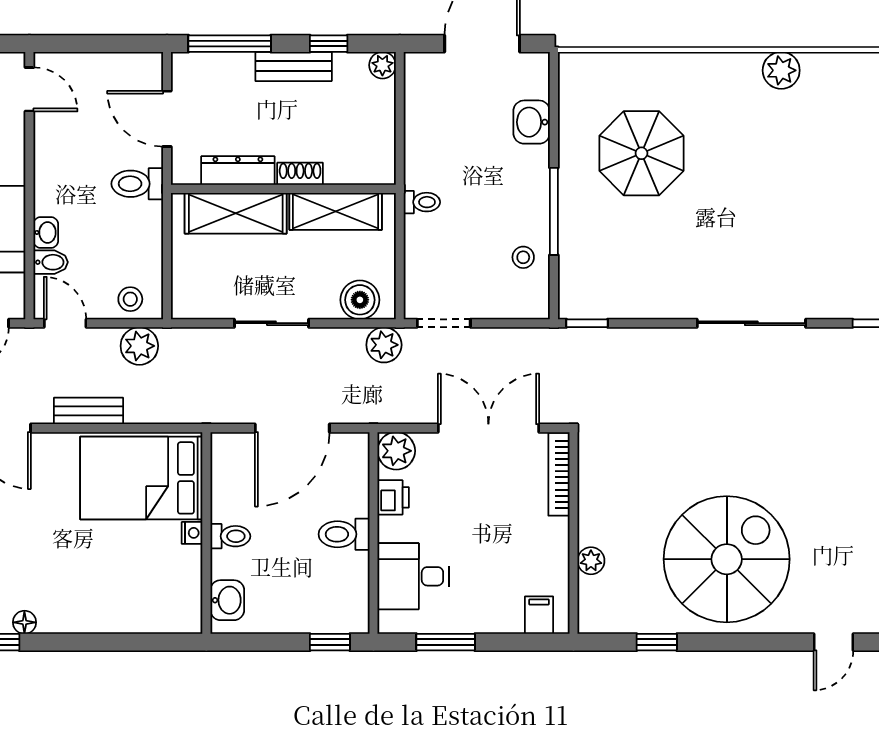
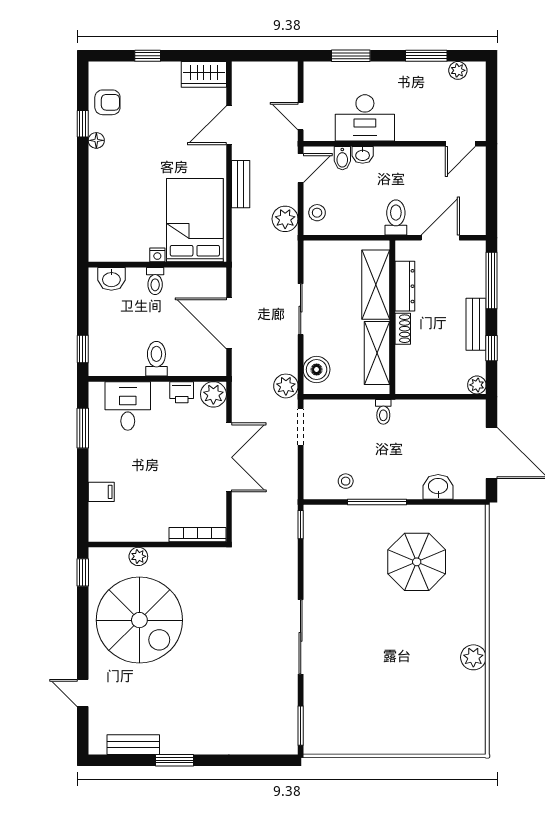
bookcase: (559, 474) -> (197, 535), moved
wall: (573, 533) -> (157, 545), moved
plant: (591, 561) -> (138, 556), moved

